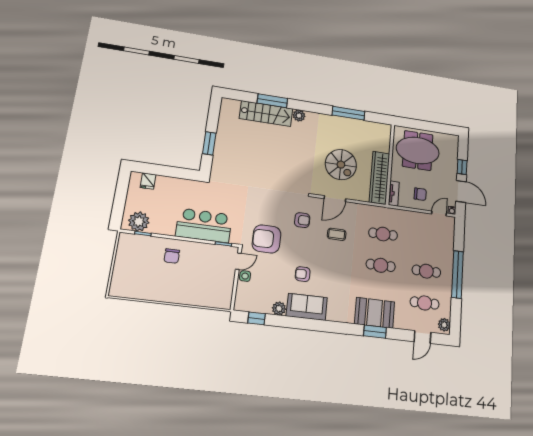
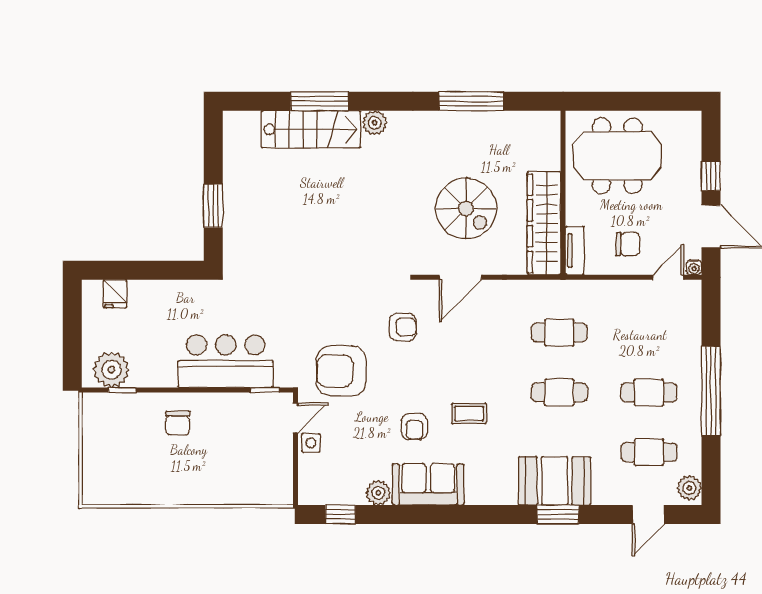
coffee table: (337, 234) -> (469, 413), moved
armchair: (303, 274) -> (414, 427), turned -90

